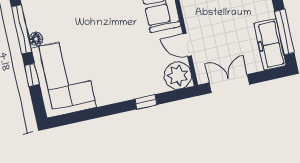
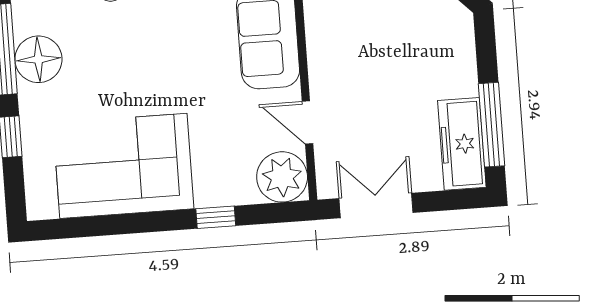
floor lamp: (36, 39) -> (38, 59), width x1.89, depth x1.89
corner sofa: (64, 78) -> (123, 166), moved, turned -90

